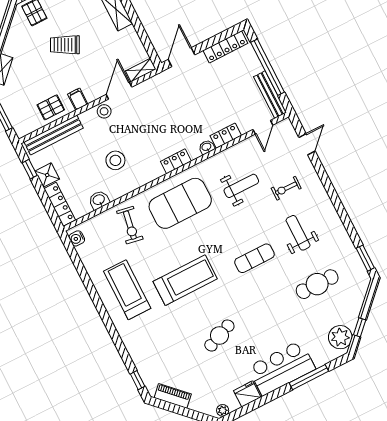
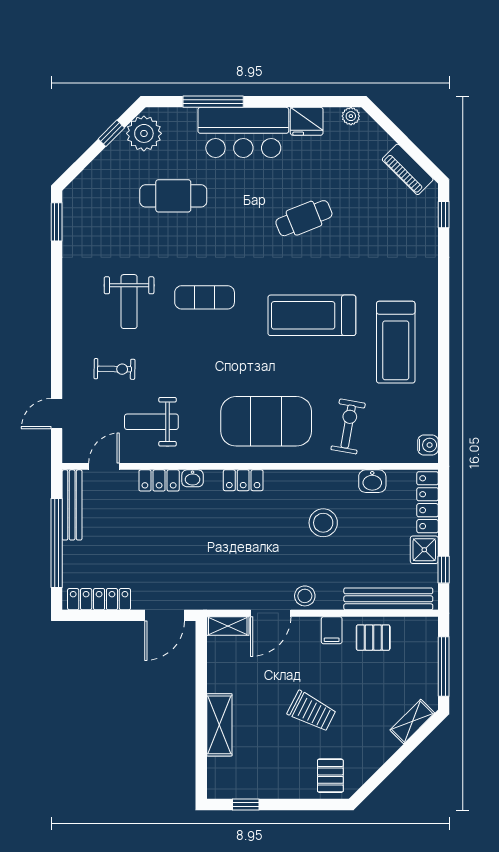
weight bench: (241, 186) -> (151, 422), moved
cafe table: (317, 284) -> (173, 196), moved

